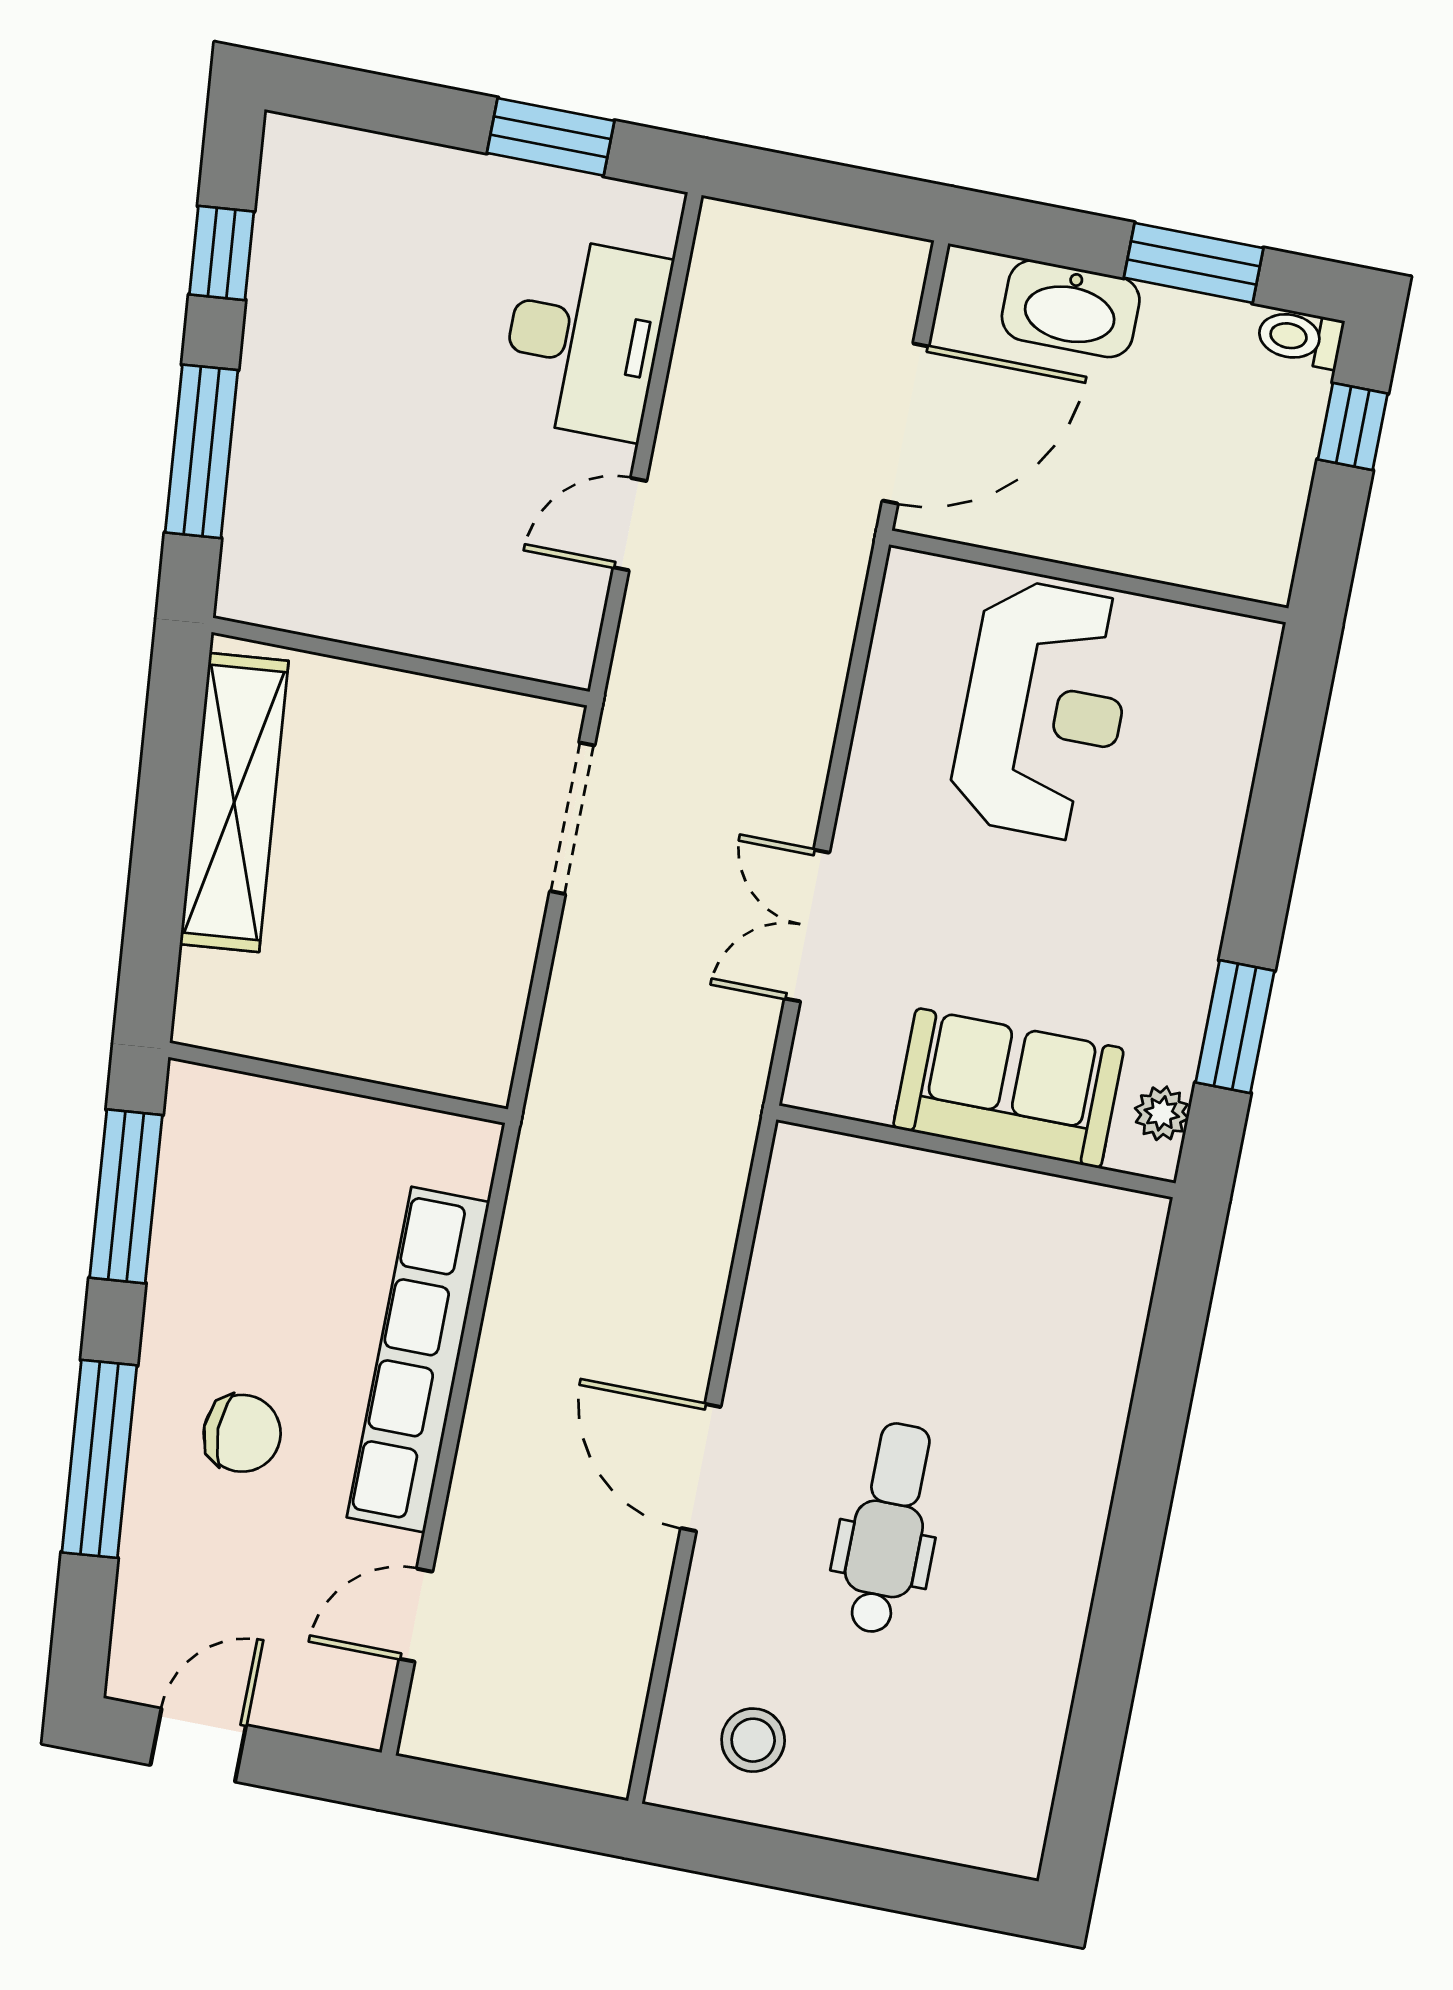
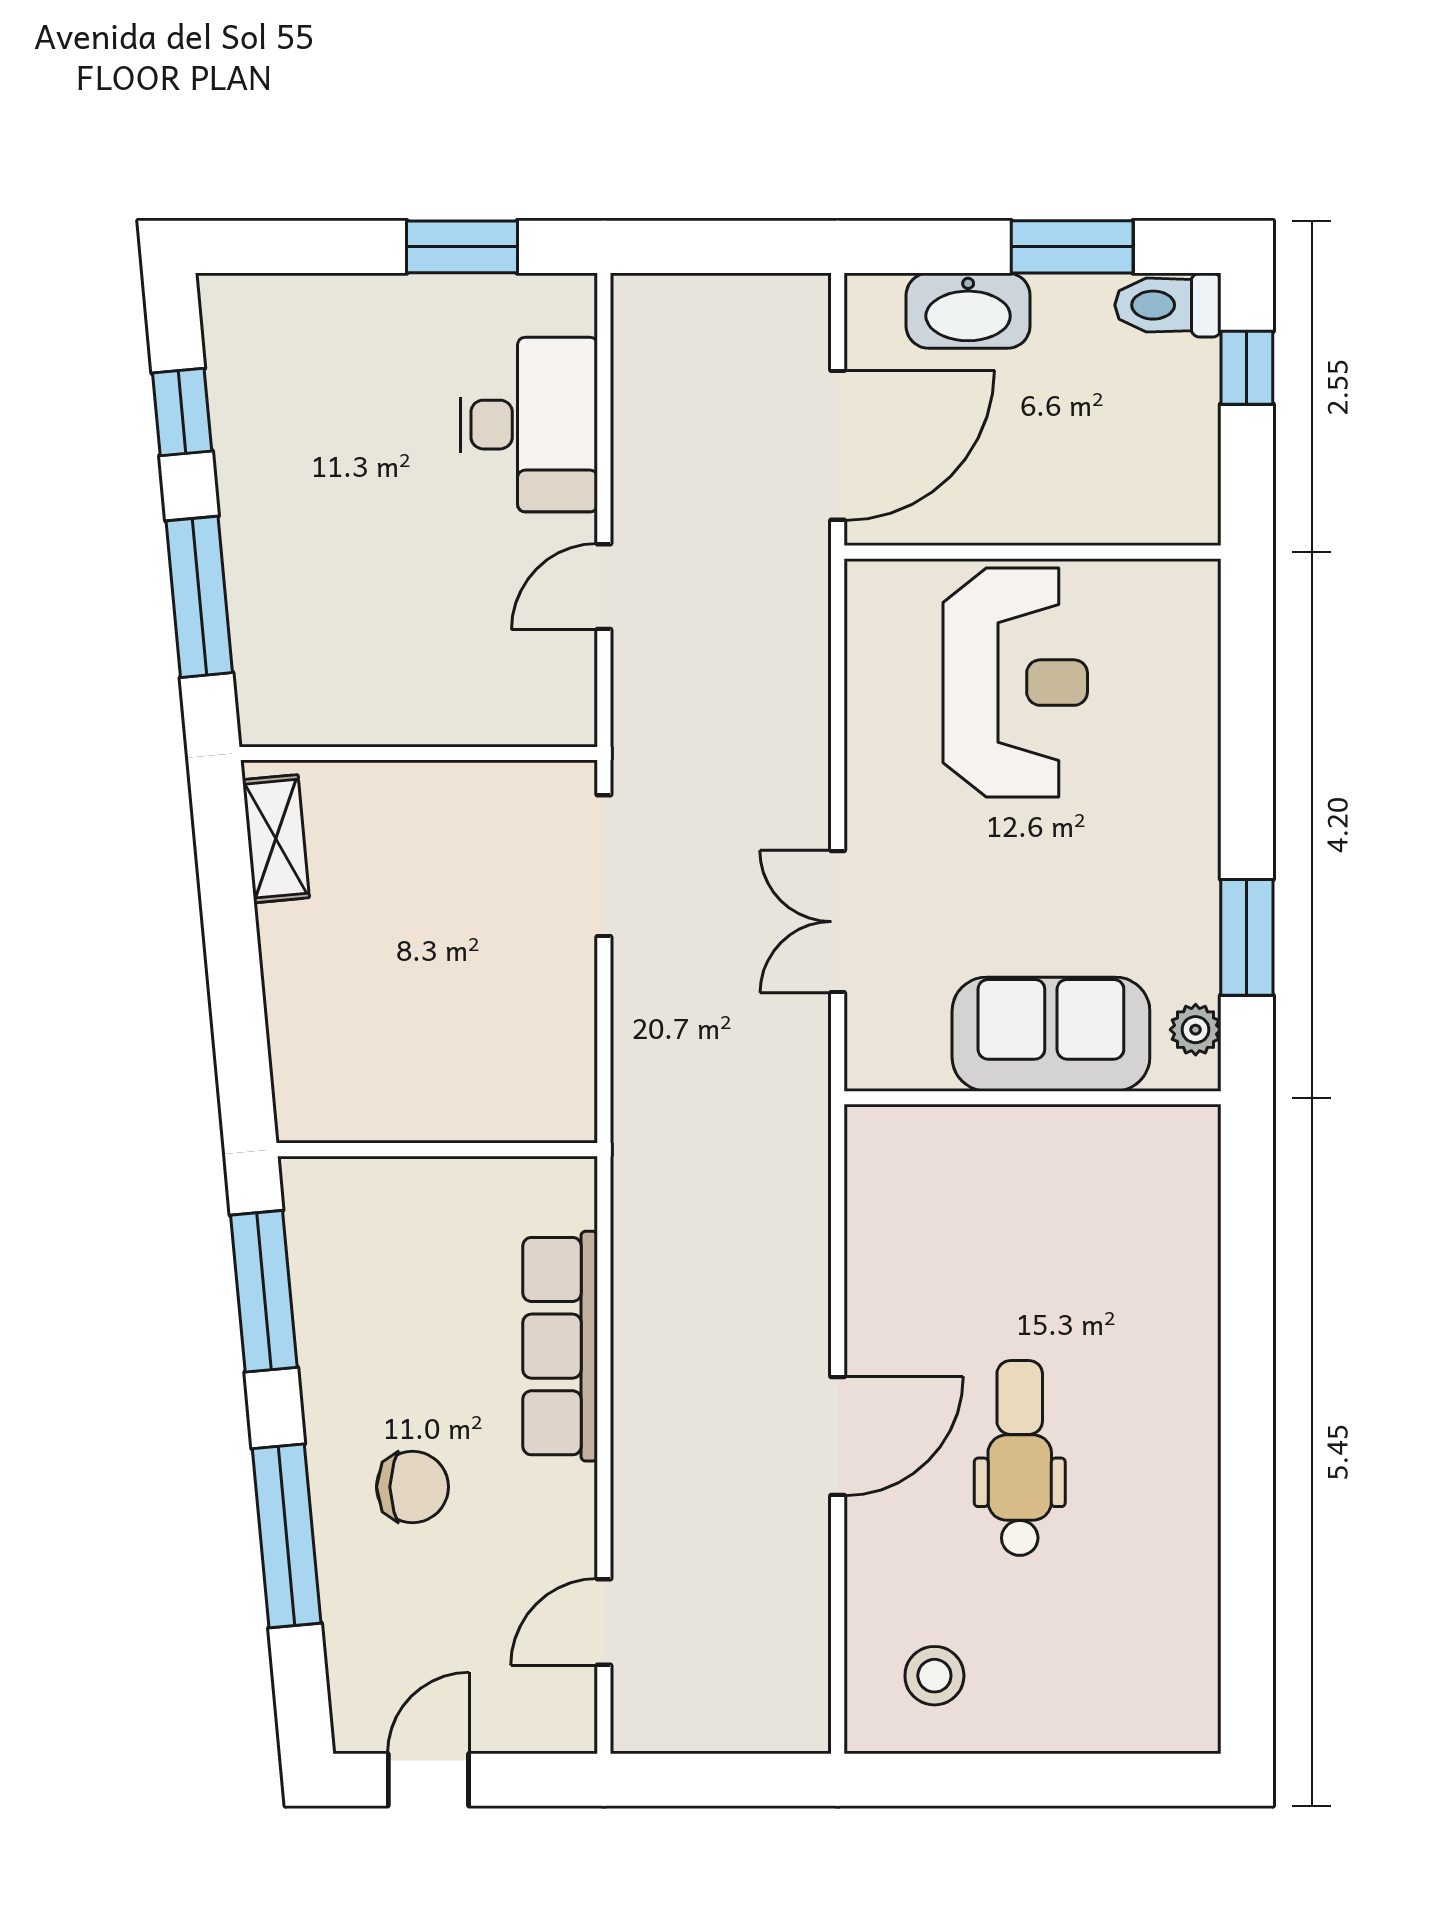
toilet: (1300, 338) -> (1168, 305), width x1.37, depth x1.39
shelving: (234, 802) -> (276, 839), width x0.45, depth x0.75
row of seats: (418, 1360) -> (560, 1346), width x0.73
door: (701, 1468) -> (838, 1436), swing flipped

